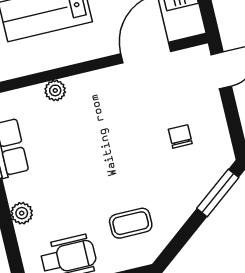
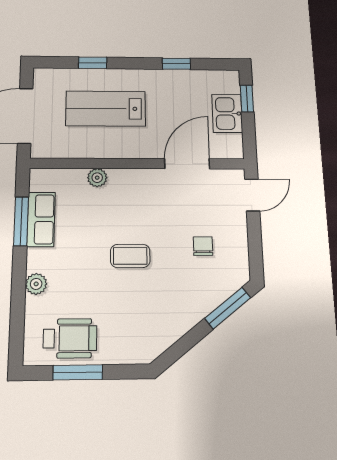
coffee table: (131, 223) -> (130, 256), moved

